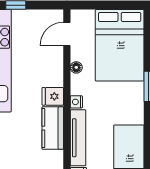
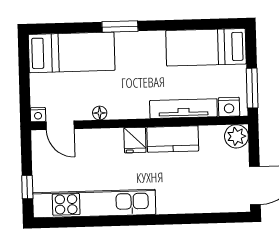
bed: (120, 45) -> (72, 52), width x0.67
nightstand: (76, 102) -> (38, 115), moved

